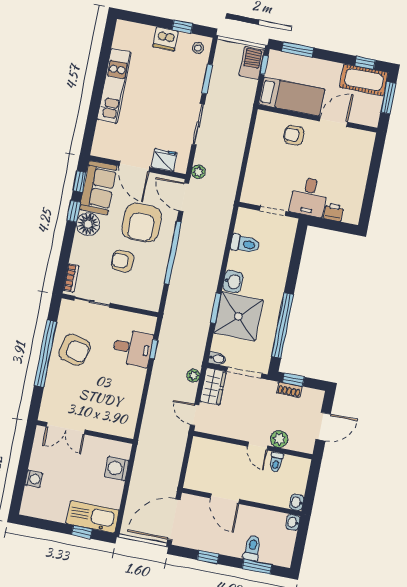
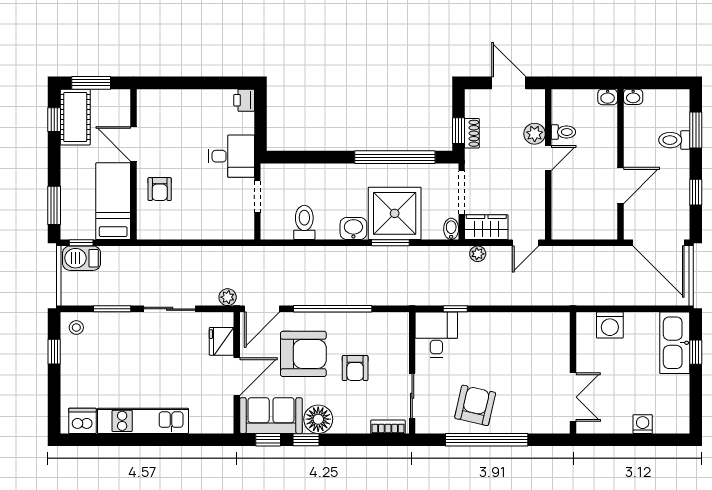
dishwasher: (166, 39) -> (82, 421), moved, turned -90
printer: (334, 212) -> (244, 100), moved
desk: (133, 348) -> (436, 335), moved

